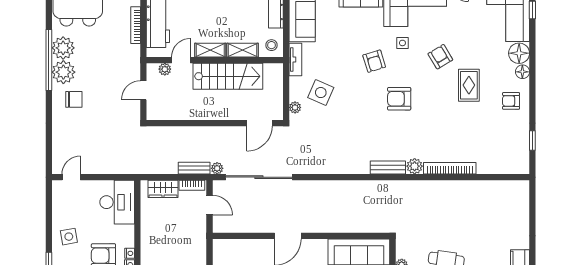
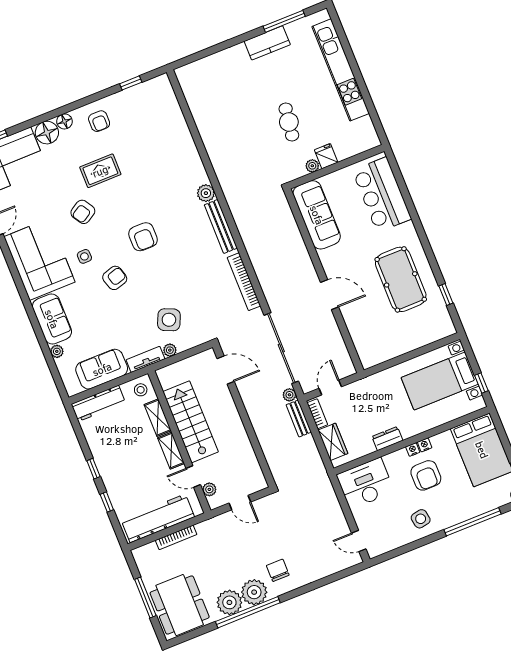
plant: (295, 107) -> (170, 350), moved
bench: (388, 168) -> (221, 226), width x1.36
bookcase: (450, 168) -> (244, 282), moved
dresser: (147, 236) -> (387, 439), added

